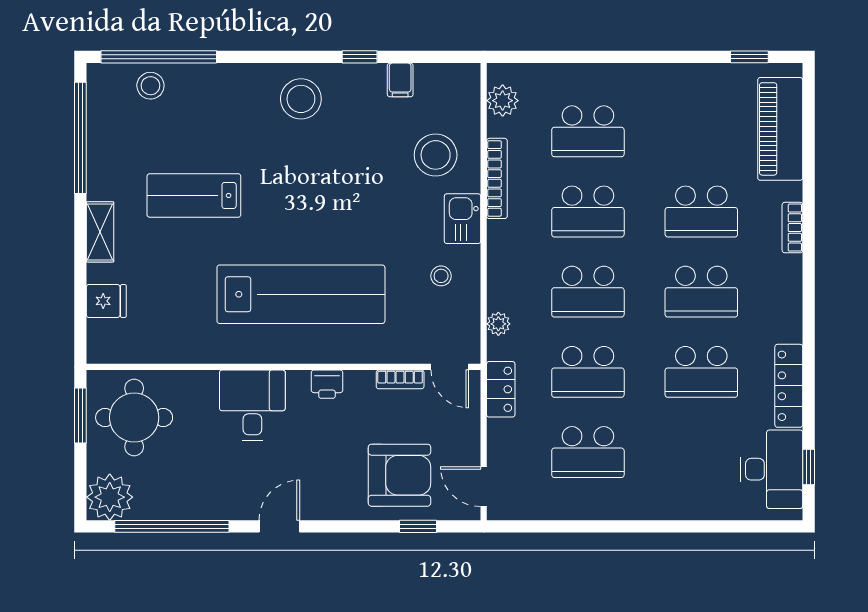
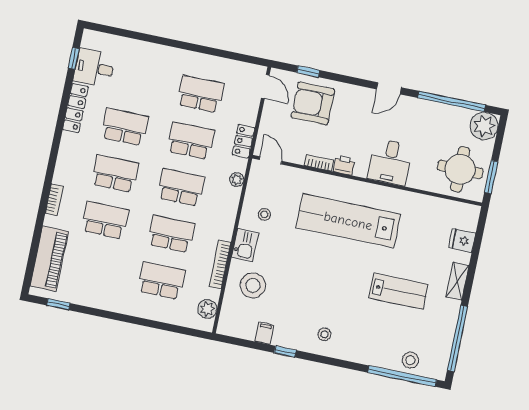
stool: (301, 99) -> (324, 334), width x0.53, depth x0.53
bookcase: (400, 379) -> (319, 163), moved
desk: (772, 469) -> (94, 68), width x0.73

